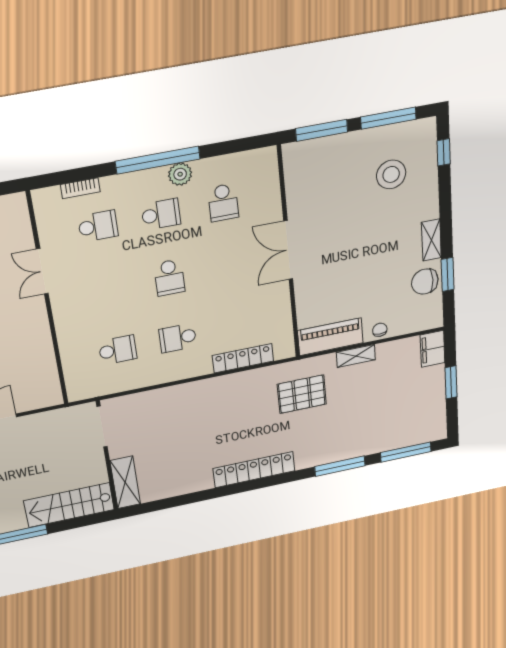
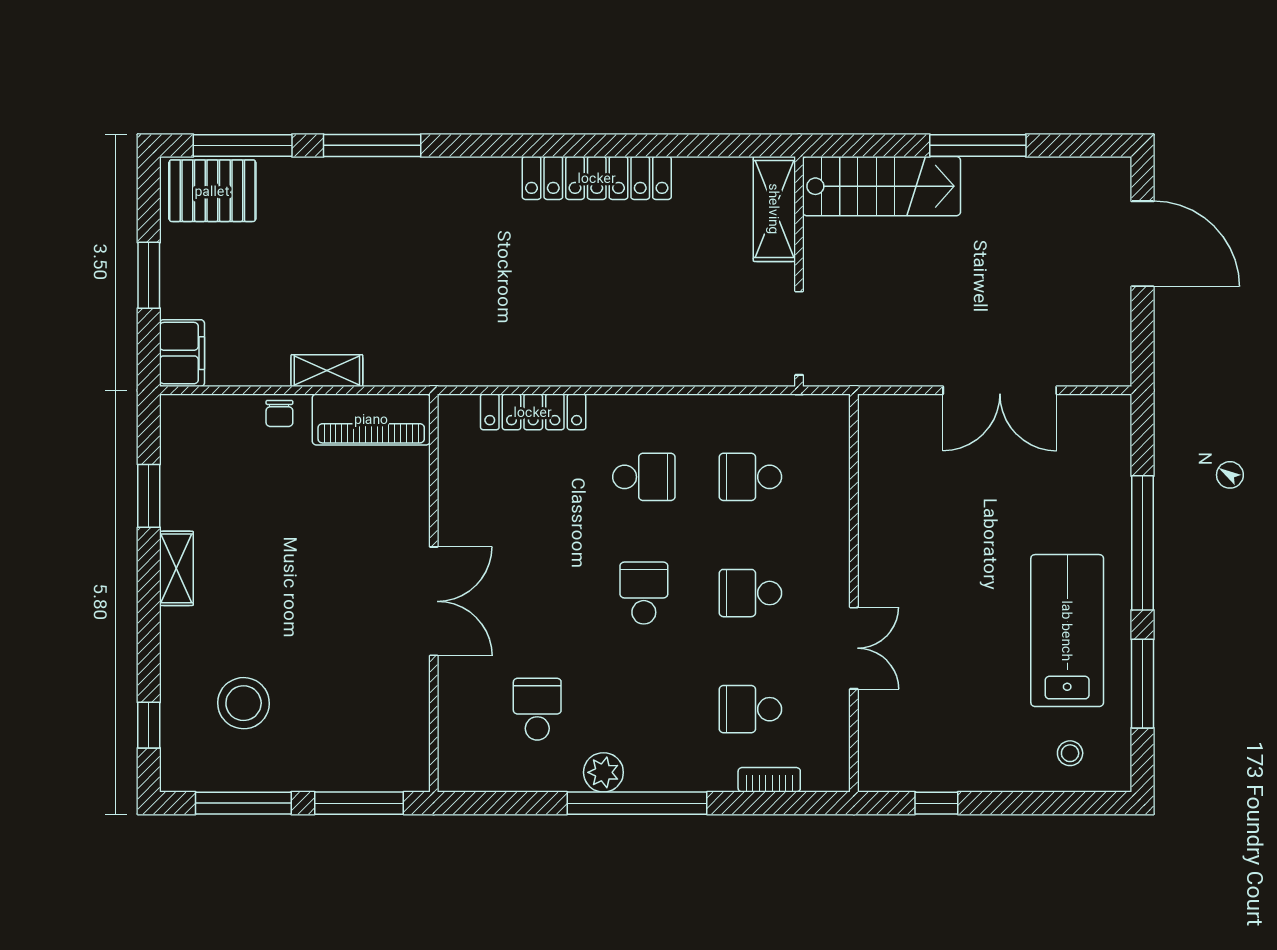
school desk: (161, 214) -> (750, 593), moved
chair: (425, 282) -> (192, 491), removed
pallet: (302, 394) -> (212, 191), moved
locker: (254, 470) -> (597, 178), moved

